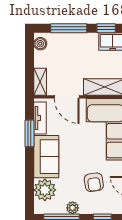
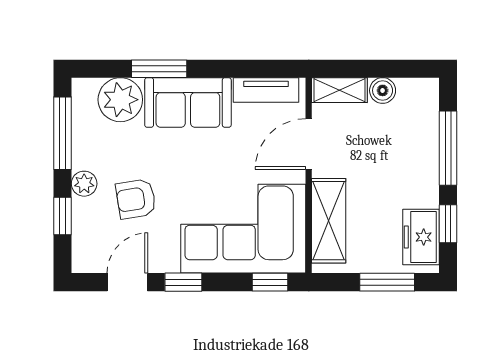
boiler: (40, 44) -> (383, 90), moved
window: (30, 133) -> (159, 69), moved
plant: (73, 208) -> (84, 184), moved

